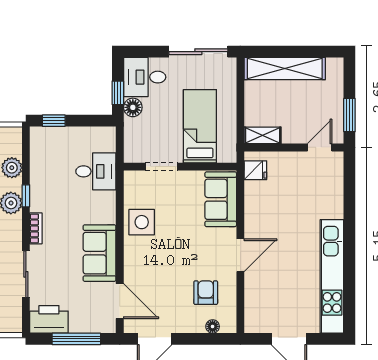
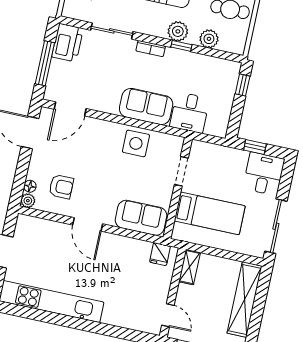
floor lamp: (133, 107) -> (239, 158), removed
sofa: (100, 253) -> (146, 107), moved
plant: (229, 325) -> (28, 201), added

